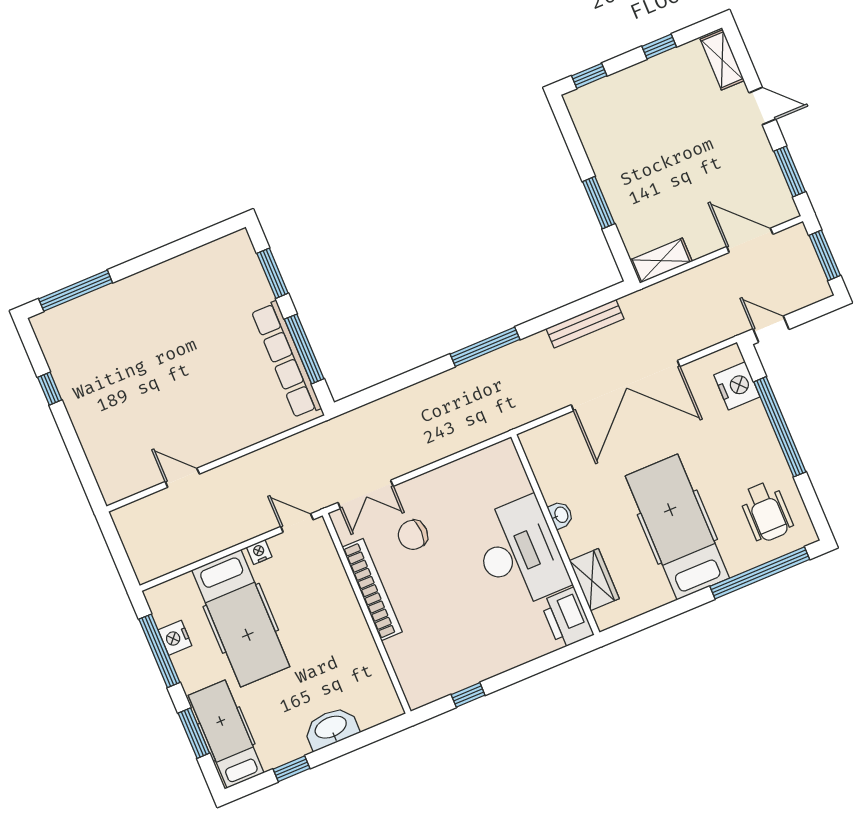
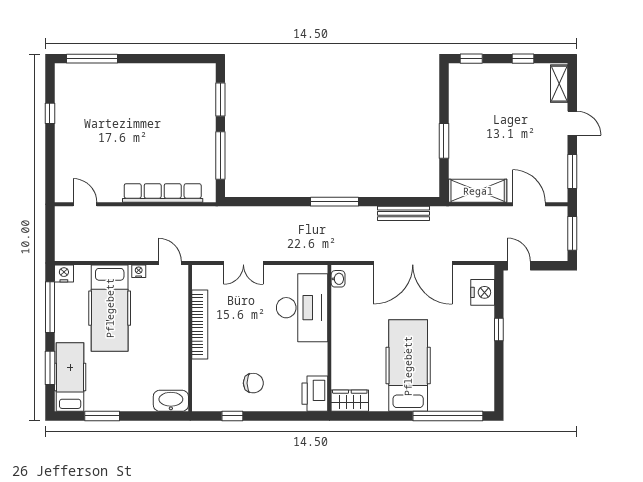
shelving: (661, 261) -> (478, 191), width x1.50, depth x1.33
row of seats: (286, 360) -> (163, 193), moved, turned 90
window: (780, 427) -> (499, 329), width x0.32
door: (182, 478) -> (85, 204), moved
double door: (366, 494) -> (243, 263), moved
wheelchair: (766, 512) -> (468, 379), removed
washbasin: (561, 515) -> (338, 279), moved
chair: (413, 535) -> (253, 383), moved, turned 180
desk: (519, 553) -> (302, 308), moved
wardrobe: (594, 580) -> (350, 401), moved, turned -90
nightstand: (175, 638) -> (64, 273), moved, turned 90
washbasin: (331, 728) -> (171, 401), moved
window: (292, 769) -> (102, 416), width x1.50

